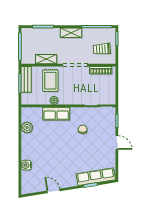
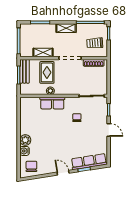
plant: (27, 127) -> (25, 140), moved
chair: (34, 182) -> (31, 166), added
door: (54, 191) -> (63, 173), moved

